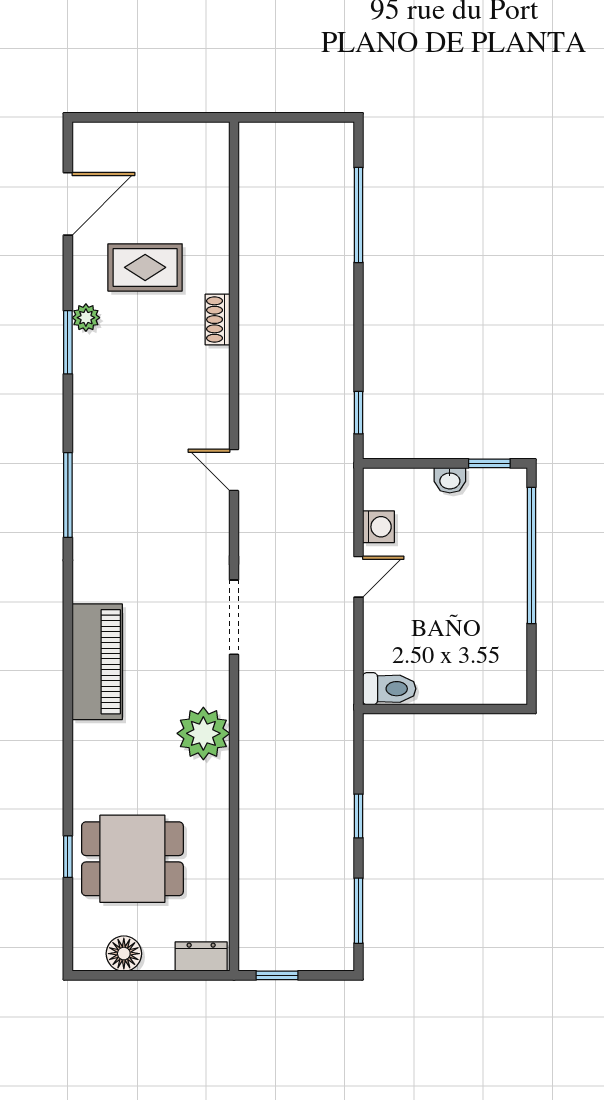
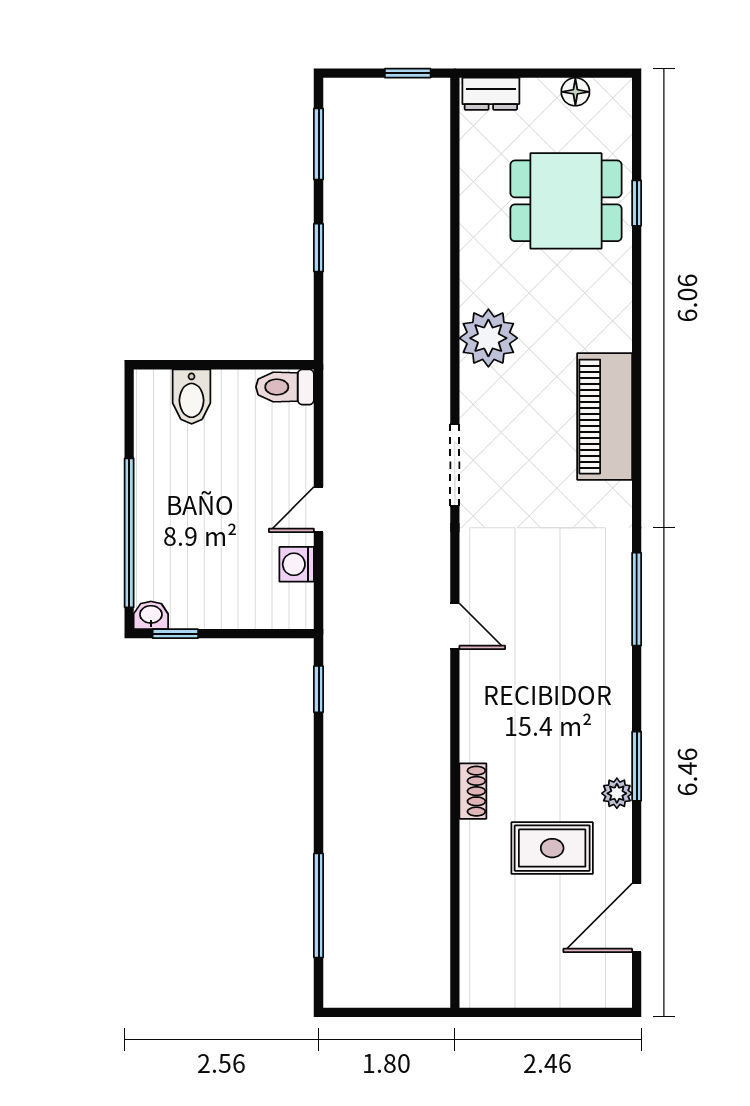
washbasin: (450, 480) -> (151, 615), moved
bidet: (475, 680) -> (192, 397), added
floor lamp: (124, 954) -> (575, 92), width x0.73, depth x0.73

